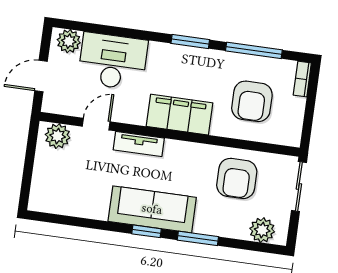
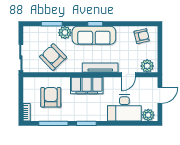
tv unit: (139, 144) -> (100, 68), width x1.41
armchair: (237, 178) -> (53, 57), turned -44
armchair: (60, 195) -> (142, 36), added
plant: (262, 230) -> (65, 33), moved
window: (198, 238) -> (52, 24), moved

